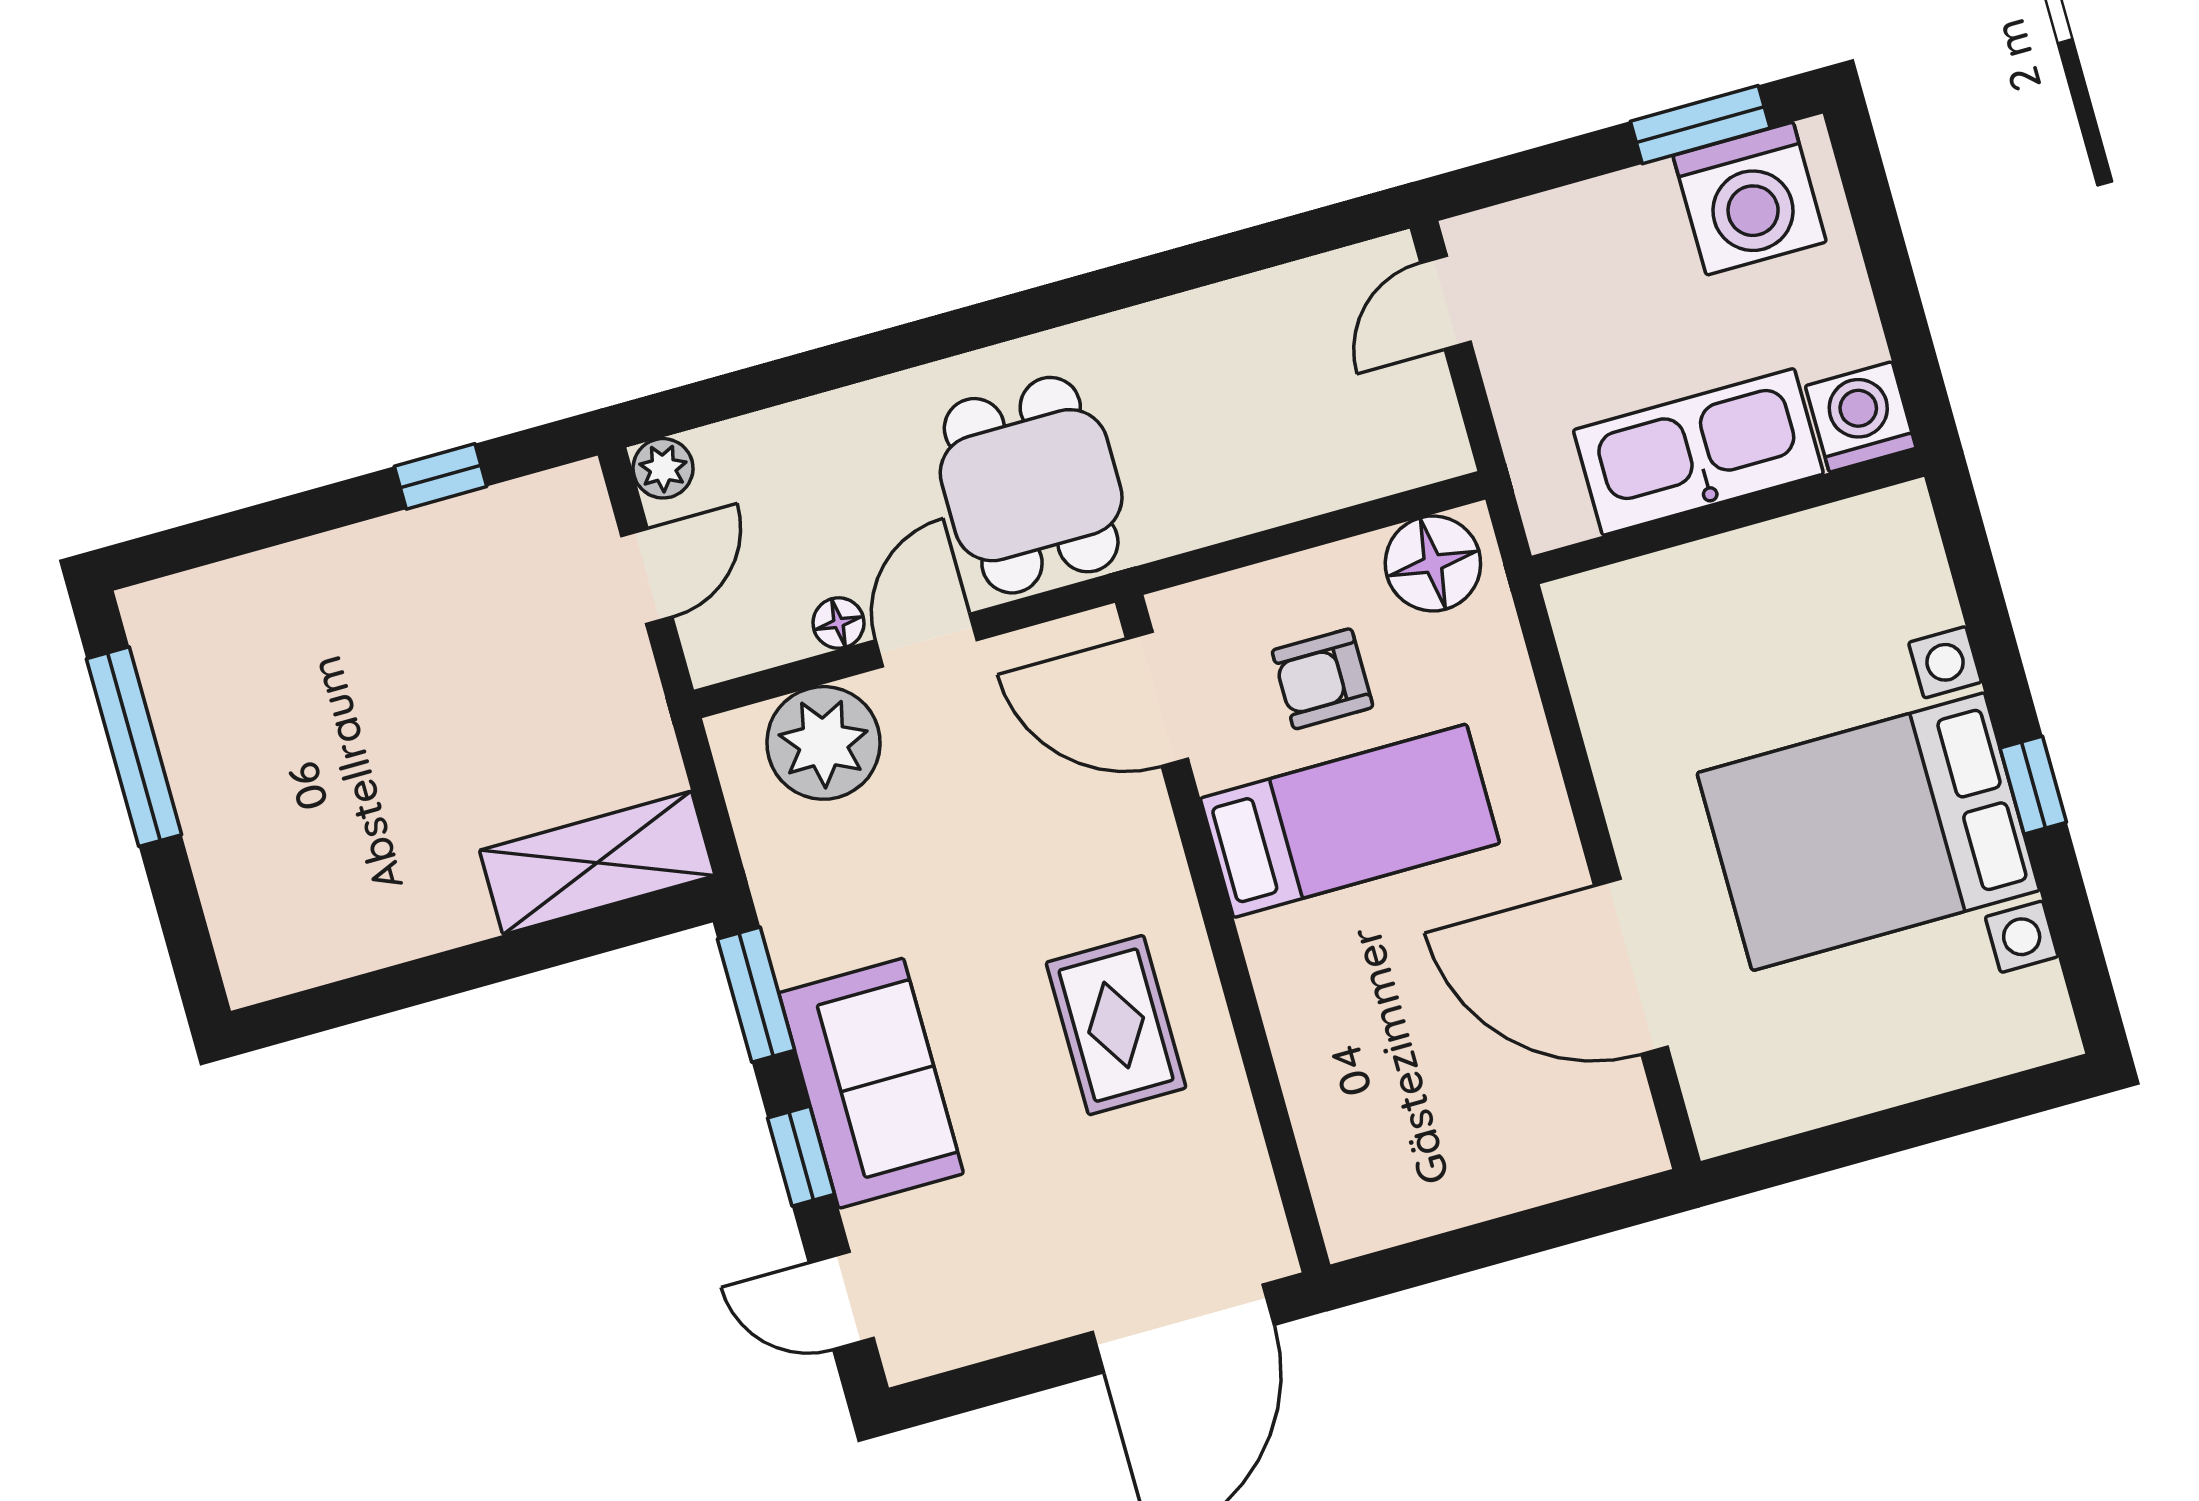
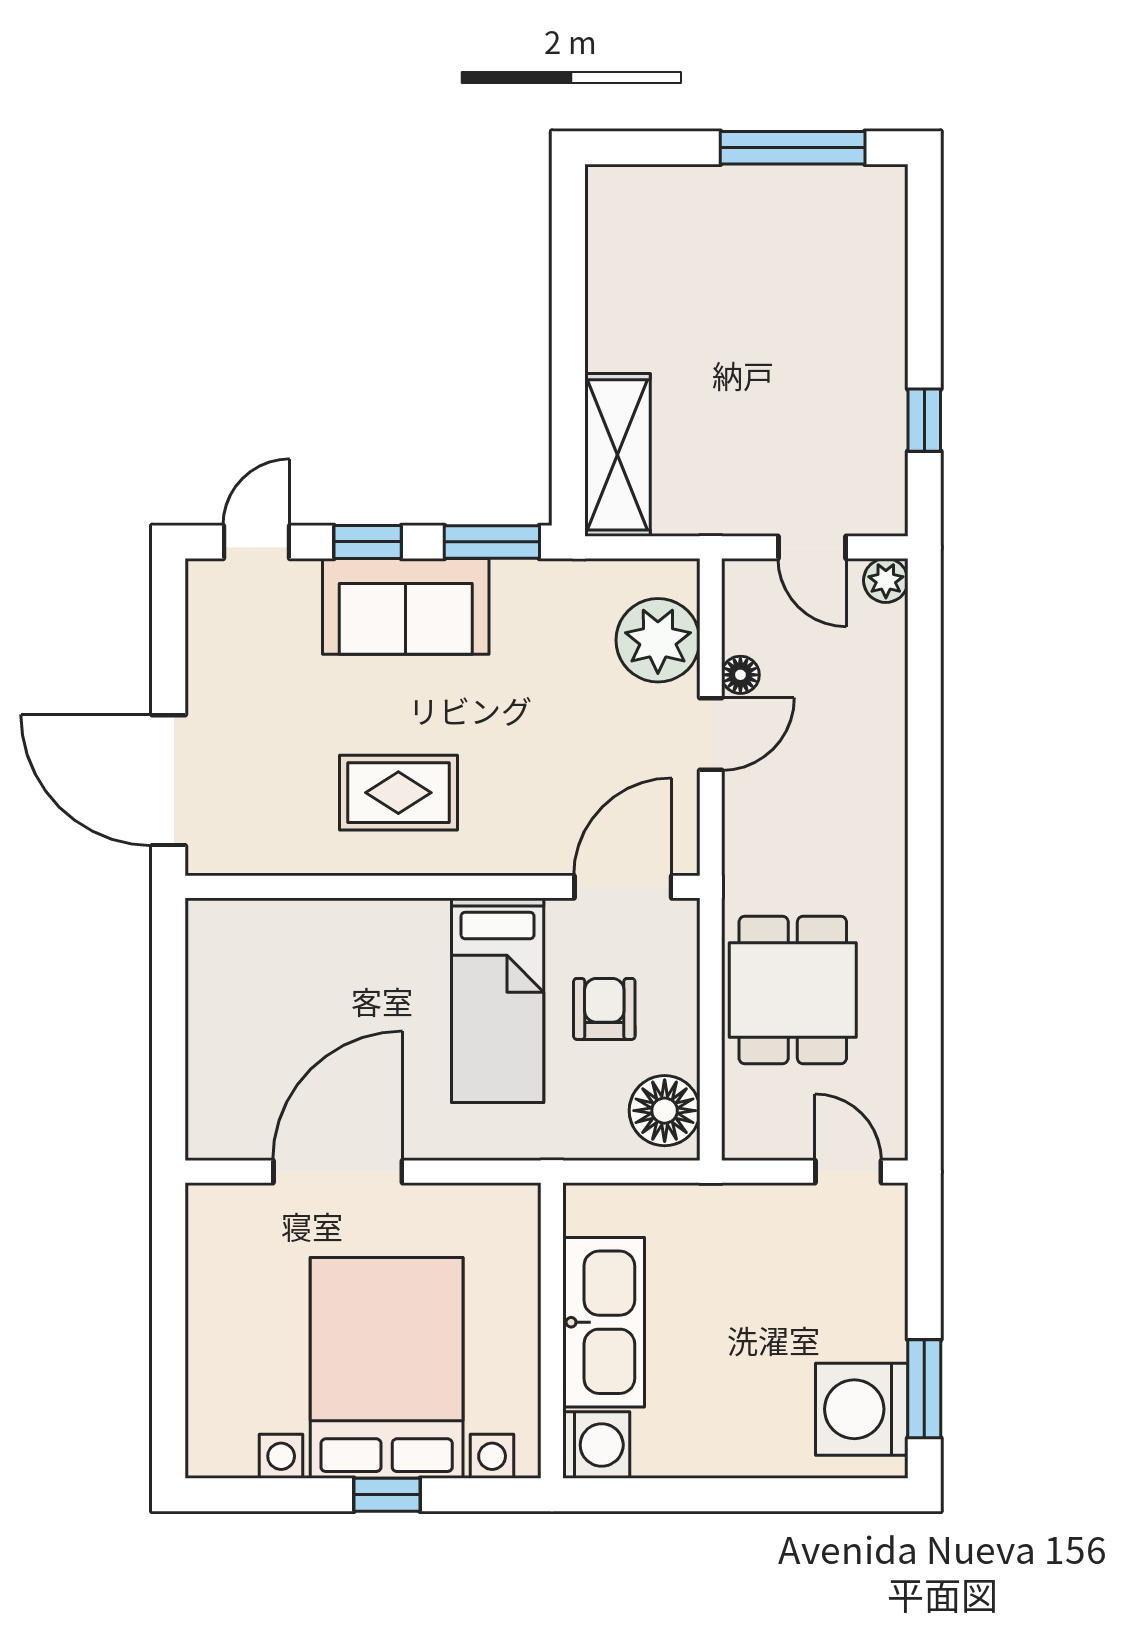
washing machine: (1861, 417) -> (596, 1445), moved
kitchen sink: (1698, 452) -> (604, 1322), moved
dining table: (1031, 485) -> (793, 990), moved, turned 90
wall: (1728, 516) -> (552, 1330), moved
door: (926, 640) -> (711, 734), hinge flipped

